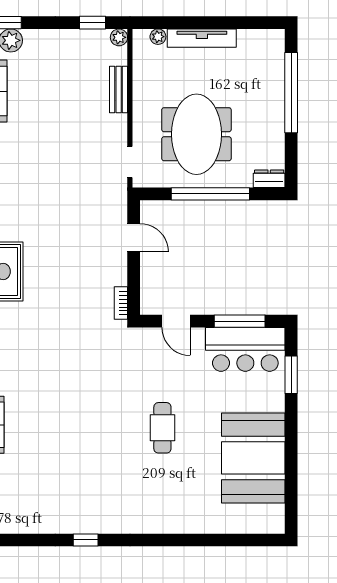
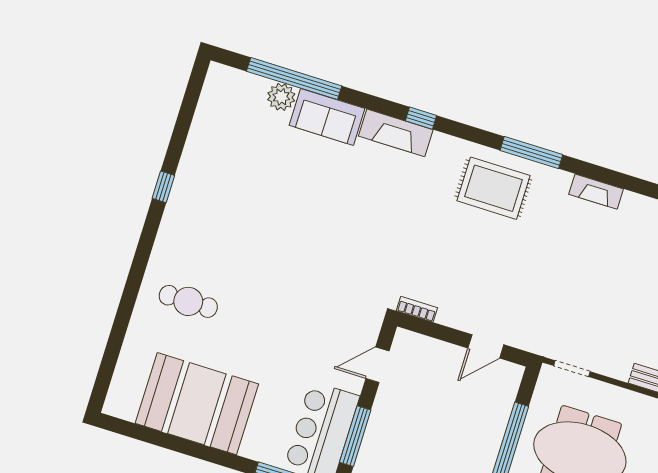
cafe table: (162, 428) -> (188, 301), moved

